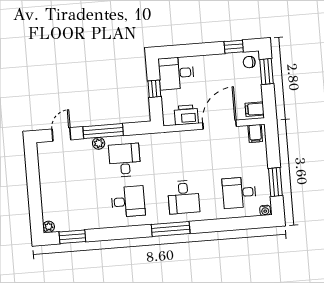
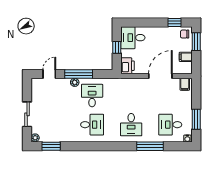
filing cabinet: (255, 109) -> (186, 57), moved
printer: (186, 115) -> (128, 66), moved, turned 90
sliding door: (34, 194) -> (27, 114), added
window: (171, 229) -> (150, 146), moved

